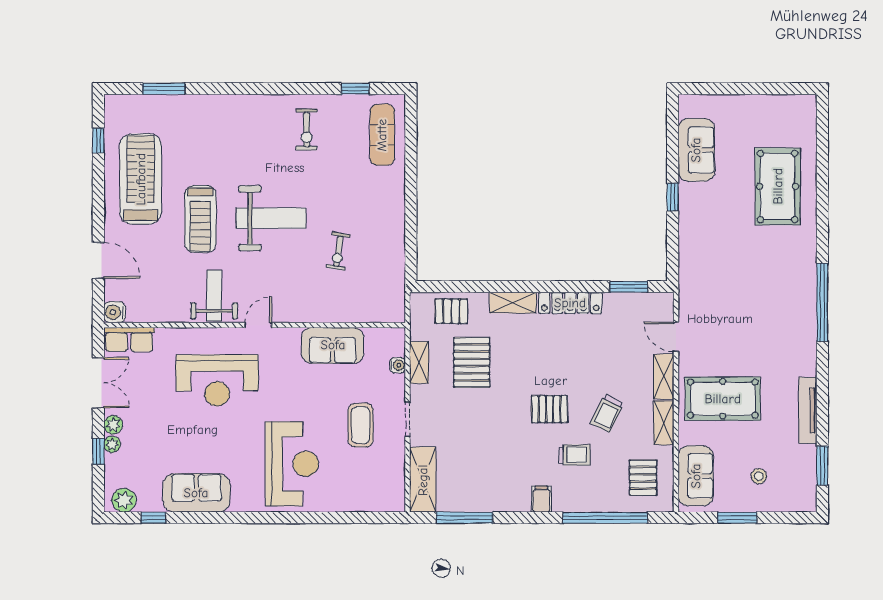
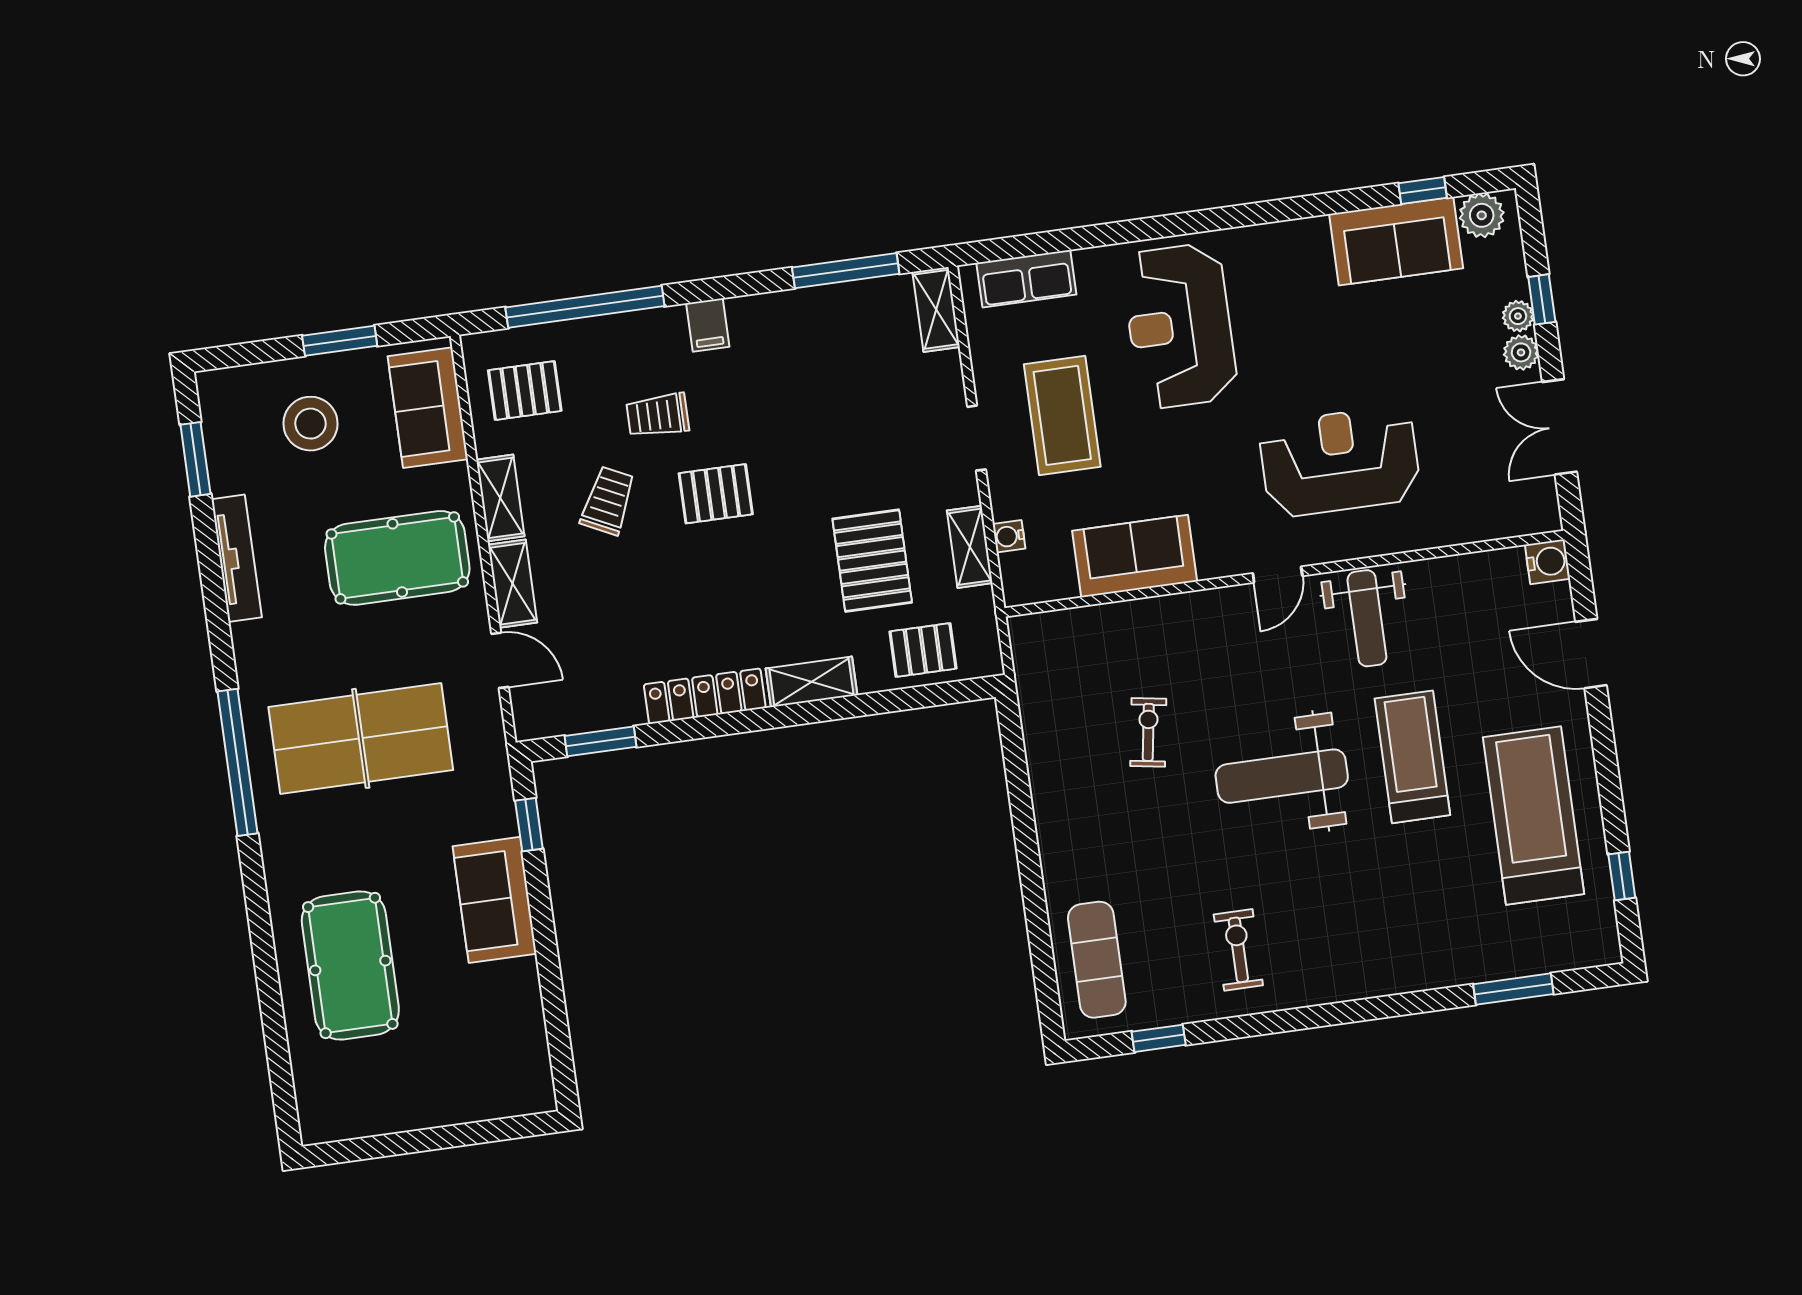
sofa: (696, 150) -> (495, 900), moved
treadmill: (141, 179) -> (1533, 816), turned 180
window: (673, 197) -> (529, 825), moved
table tennis table: (755, 306) -> (361, 738), added
row of seats: (129, 339) -> (1026, 279), moved, turned 180
coffee table: (361, 425) -> (1062, 415), width x1.36, depth x1.32
stool: (759, 476) -> (311, 424), width x1.89, depth x1.89
pallet: (643, 478) -> (525, 391), turned 90
shelving: (423, 480) -> (936, 309), width x0.67, depth x0.75
sofa: (196, 493) -> (1396, 241), moved

